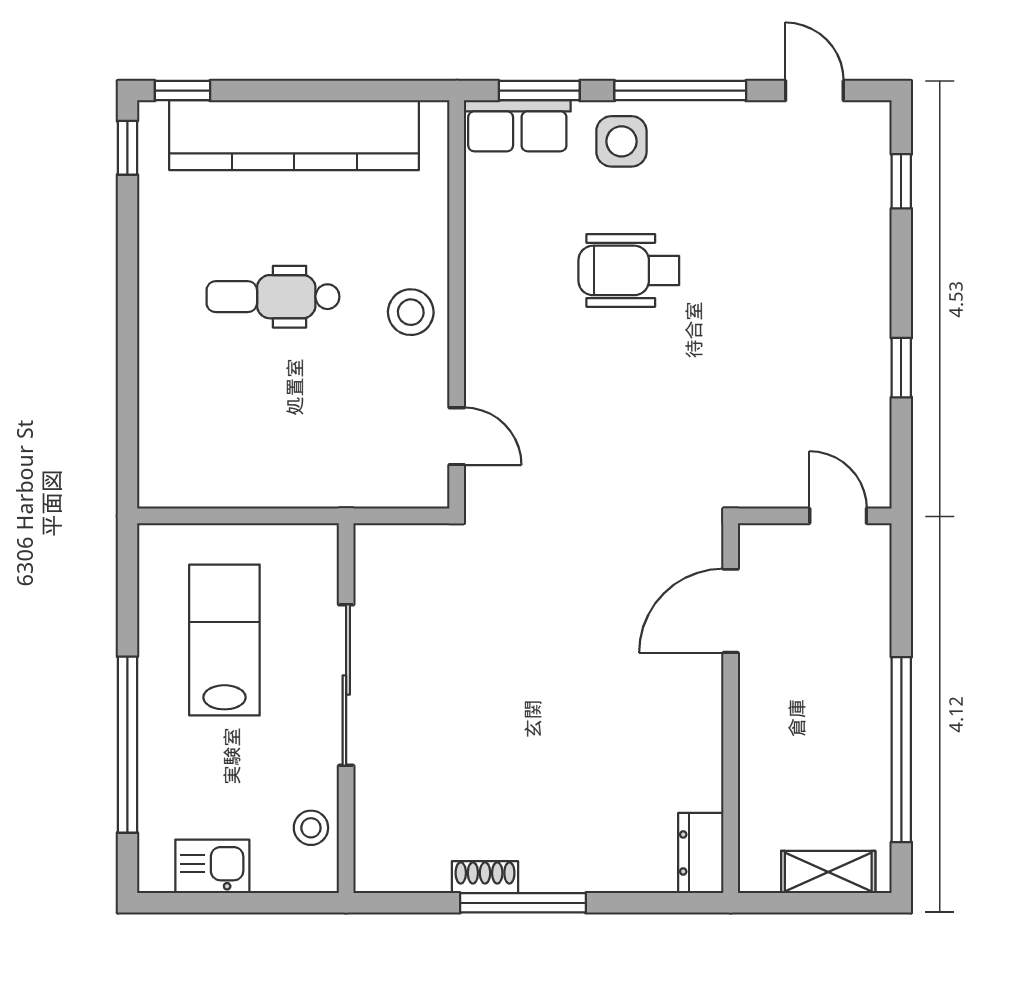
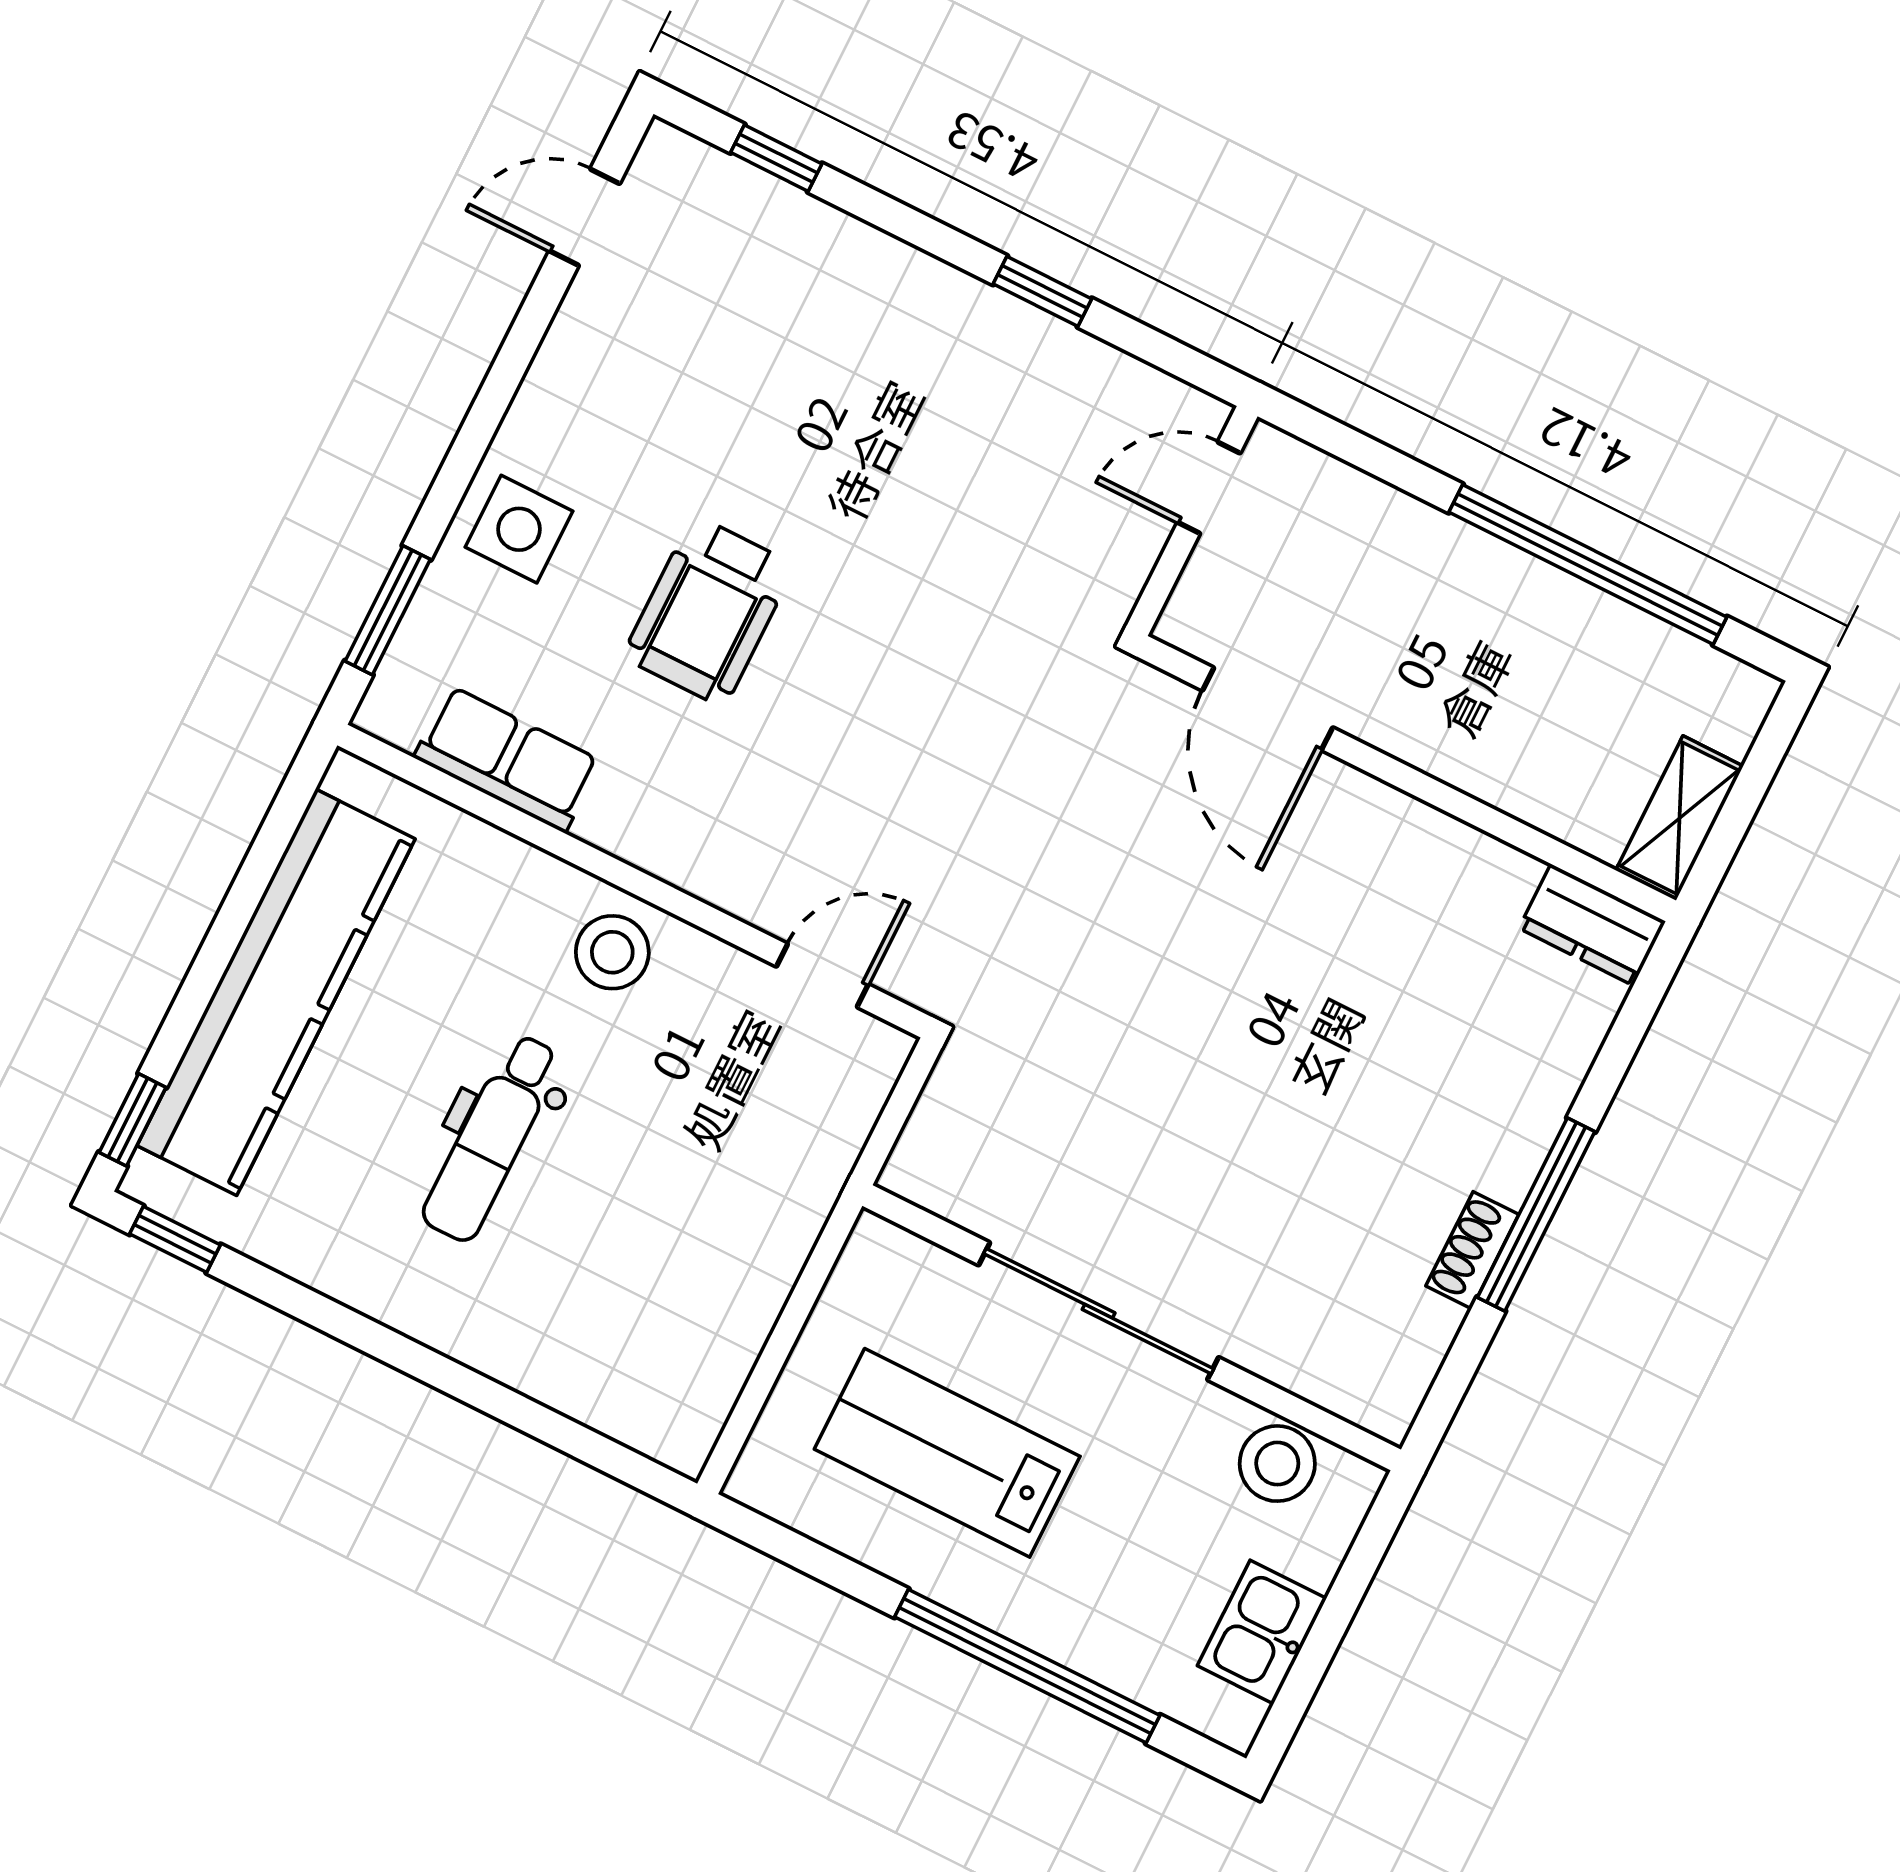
window: (680, 91) -> (489, 409), removed
row of seats: (517, 126) -> (507, 759), moved, turned -90
stool: (311, 828) -> (1277, 1464), width x1.37, depth x1.37
shelving: (828, 872) -> (1679, 818), moved

